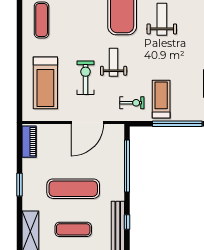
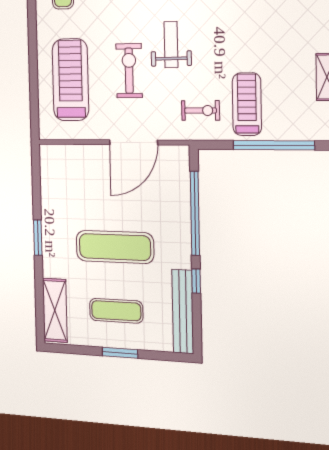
treadmill: (45, 83) -> (70, 80), turned 180
piano: (29, 142) -> (50, 172), removed
window: (127, 222) -> (196, 281), moved

